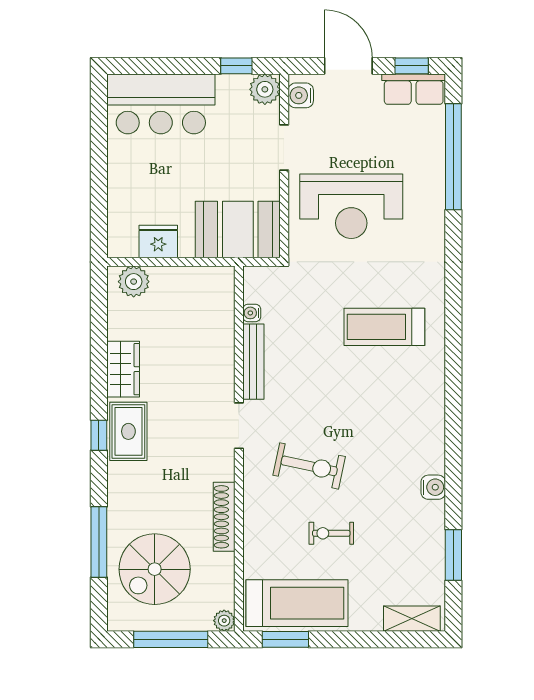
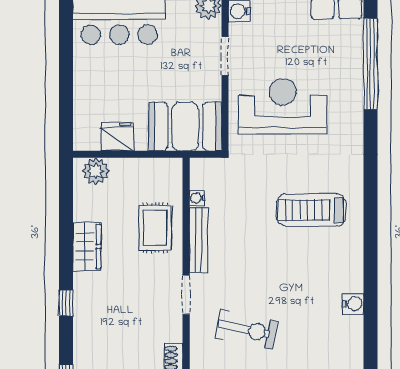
reception desk: (351, 206) -> (283, 106), turned 180
rug: (128, 431) -> (155, 228), moved
water cooler: (433, 487) -> (353, 304), moved

